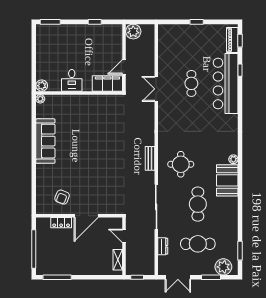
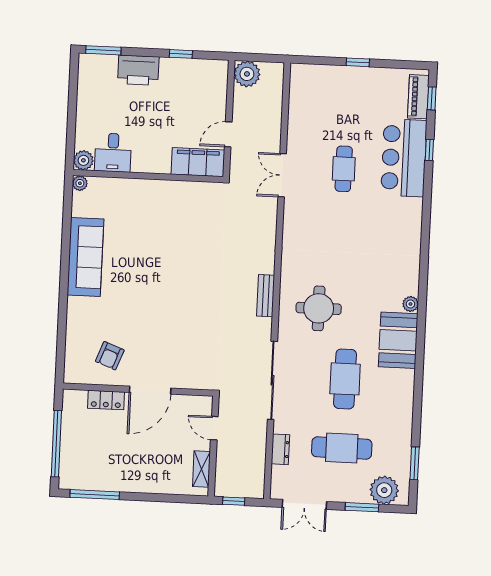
printer: (71, 32) -> (138, 70), added
desk: (72, 80) -> (113, 153), moved
bar counter: (226, 84) -> (404, 158), width x0.73

